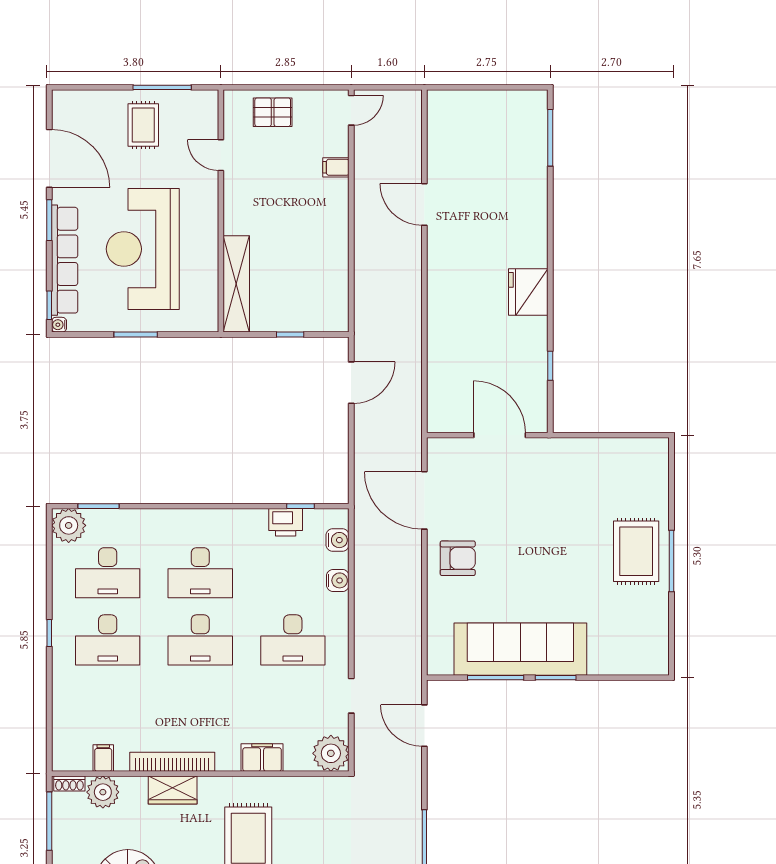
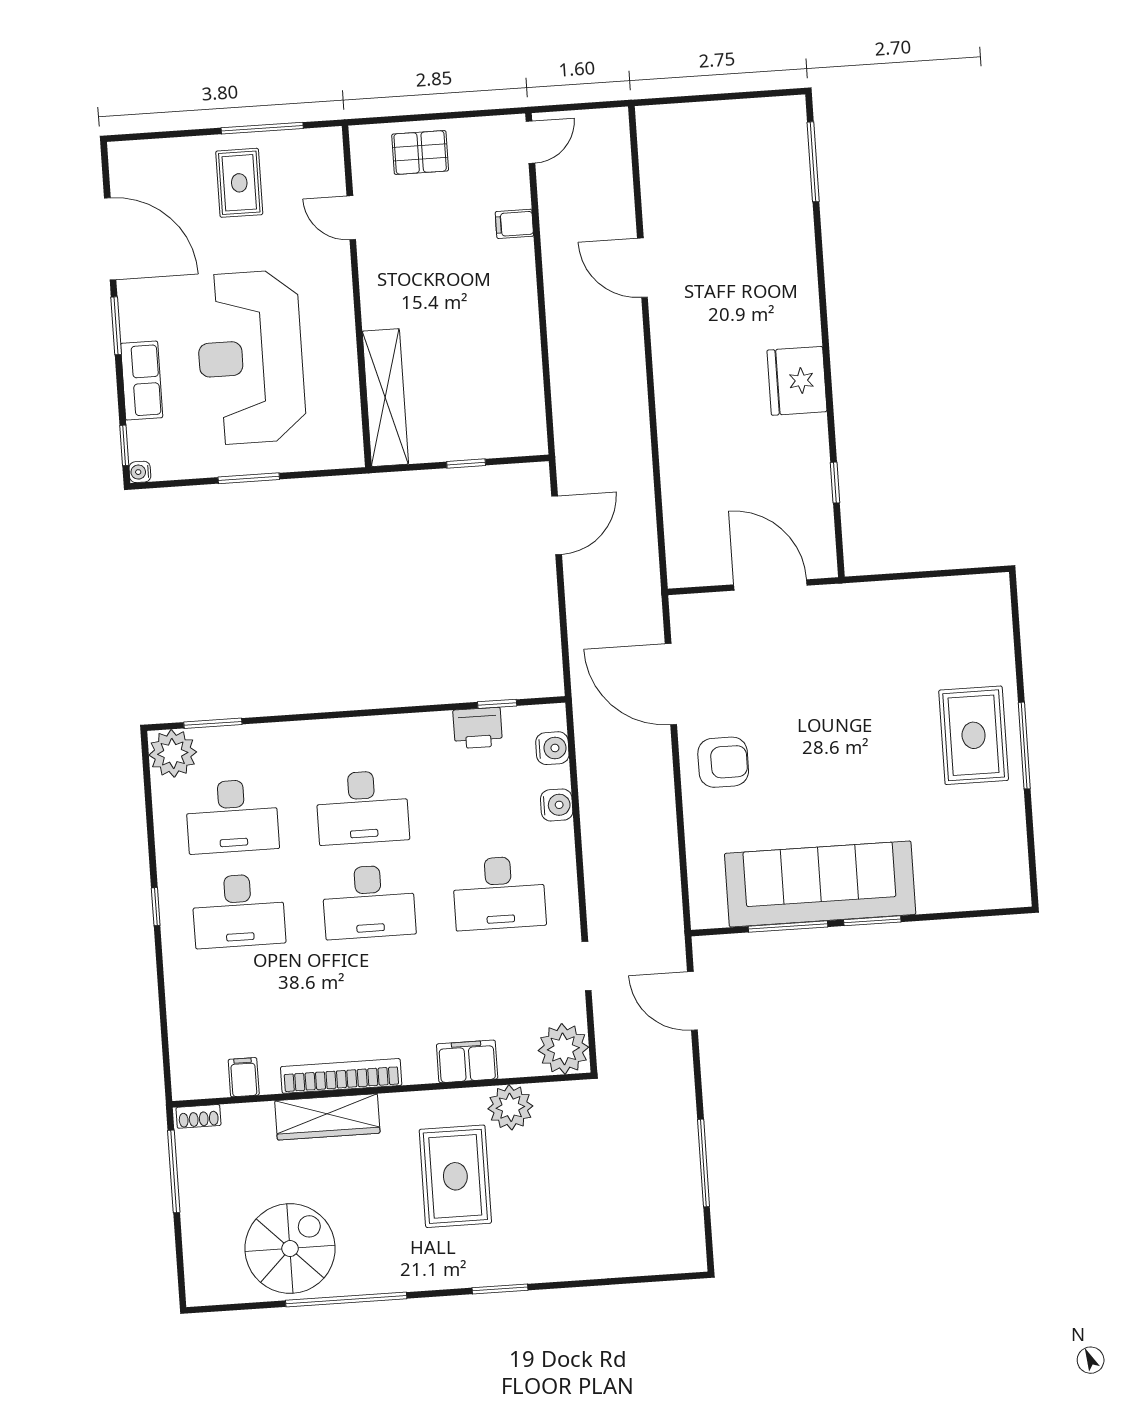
row of seats: (65, 260) -> (142, 381), width x0.50
wardrobe: (173, 790) -> (327, 1117), width x1.50
plant: (103, 792) -> (510, 1107), moved

